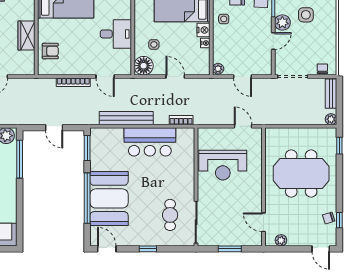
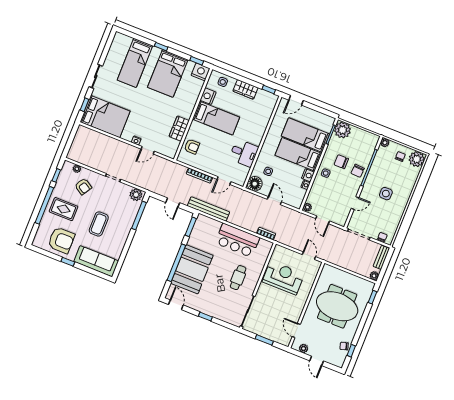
plant: (282, 22) -> (367, 192), removed
door: (105, 77) -> (224, 181), hinge flipped
bench: (126, 118) -> (208, 209), moved
reception desk: (223, 165) -> (283, 278), turned 180
cafe table: (170, 215) -> (238, 278), moved
door: (321, 249) -> (317, 361), moved

